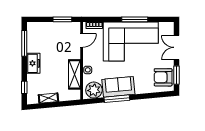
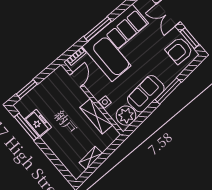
window: (62, 19) -> (27, 89), moved
window: (135, 19) -> (98, 29), moved
freezer: (33, 63) -> (38, 123), moved
window: (24, 87) -> (60, 167), removed
window: (117, 99) -> (168, 91), moved

